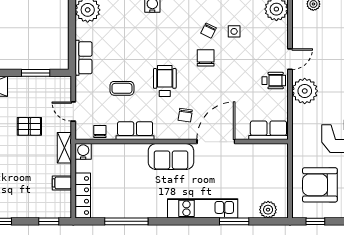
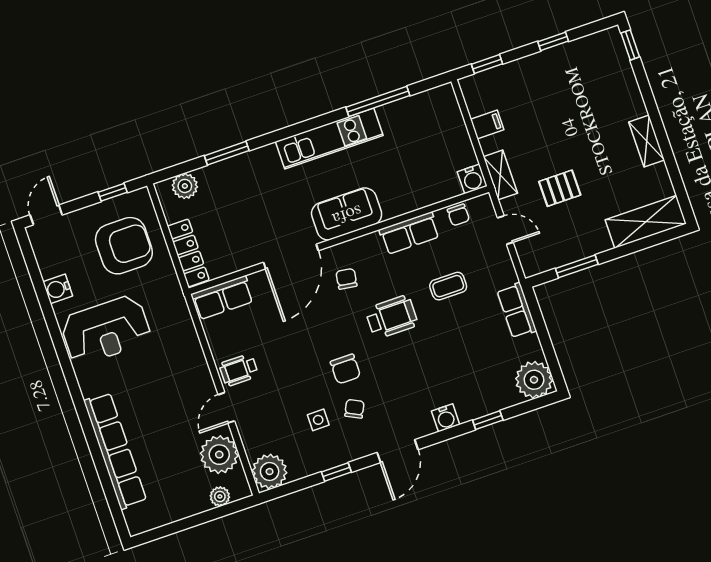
wheelchair: (165, 81) -> (392, 317), turned -90
plant: (305, 91) -> (219, 455), moved
locker: (83, 196) -> (188, 253), moved, turned 180
kitchen unit: (203, 208) -> (329, 139), moved

